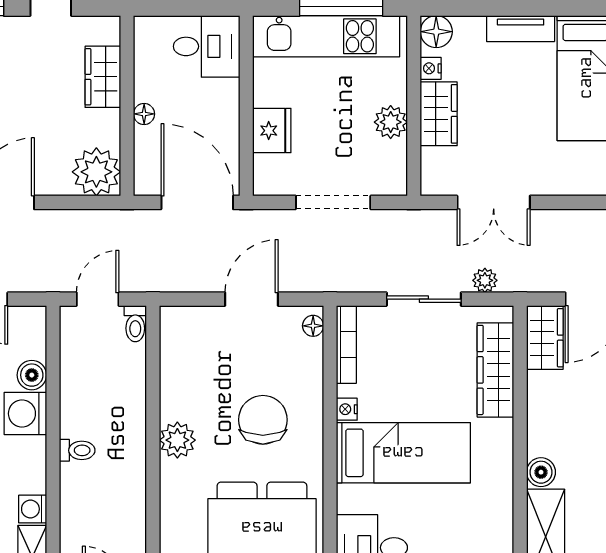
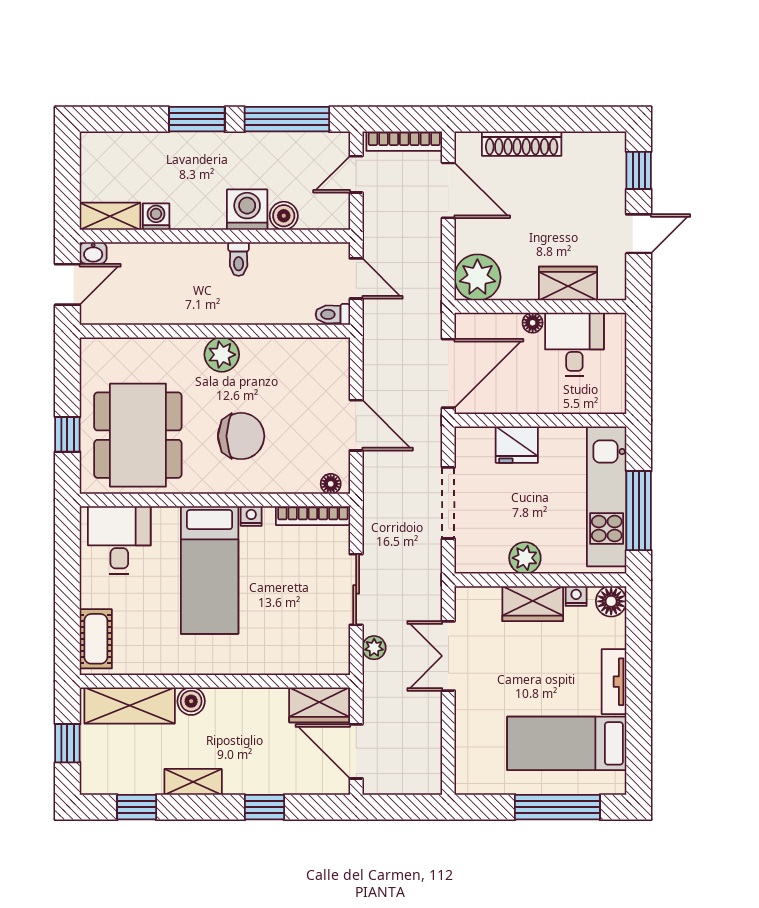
desk: (207, 46) -> (574, 344), moved, turned 180
wardrobe: (495, 370) -> (289, 658), removed
toilet: (77, 450) -> (239, 259), moved

